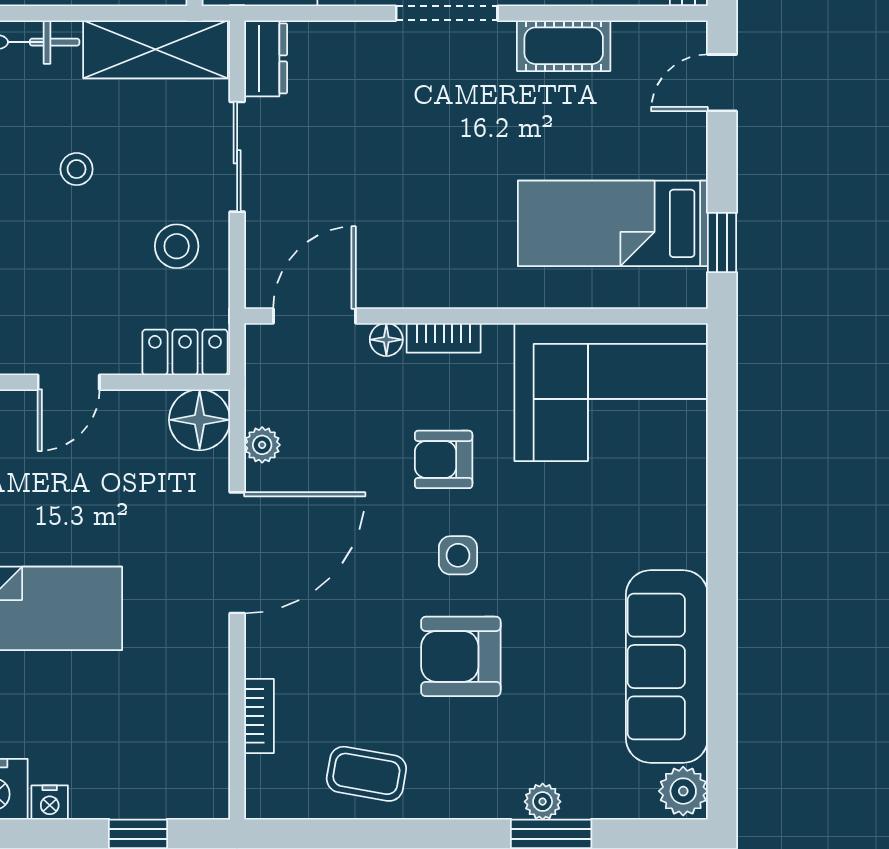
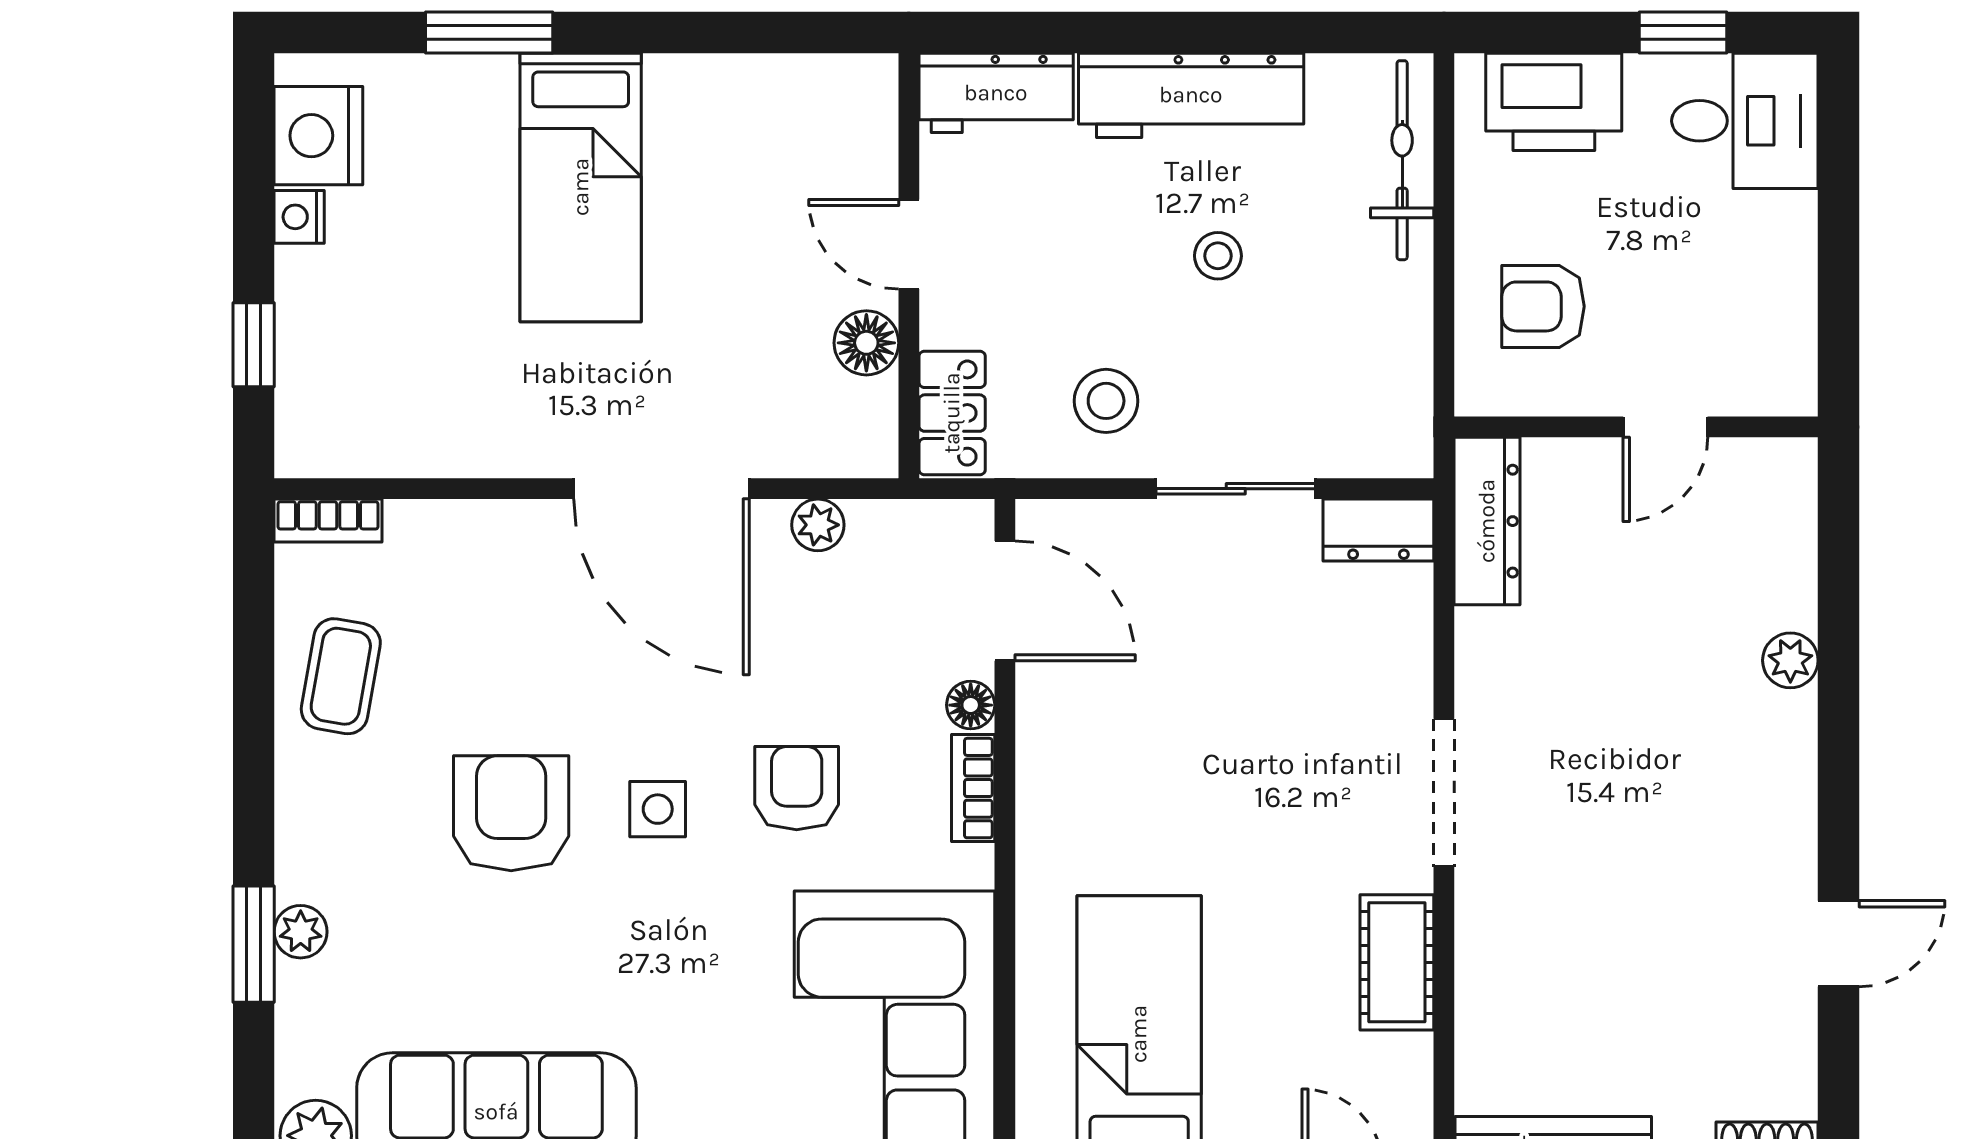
shelving: (156, 49) -> (1392, 370), removed
floor lamp: (200, 420) -> (866, 343), moved, width x0.73, depth x0.73
bookcase: (259, 716) -> (328, 520), moved

